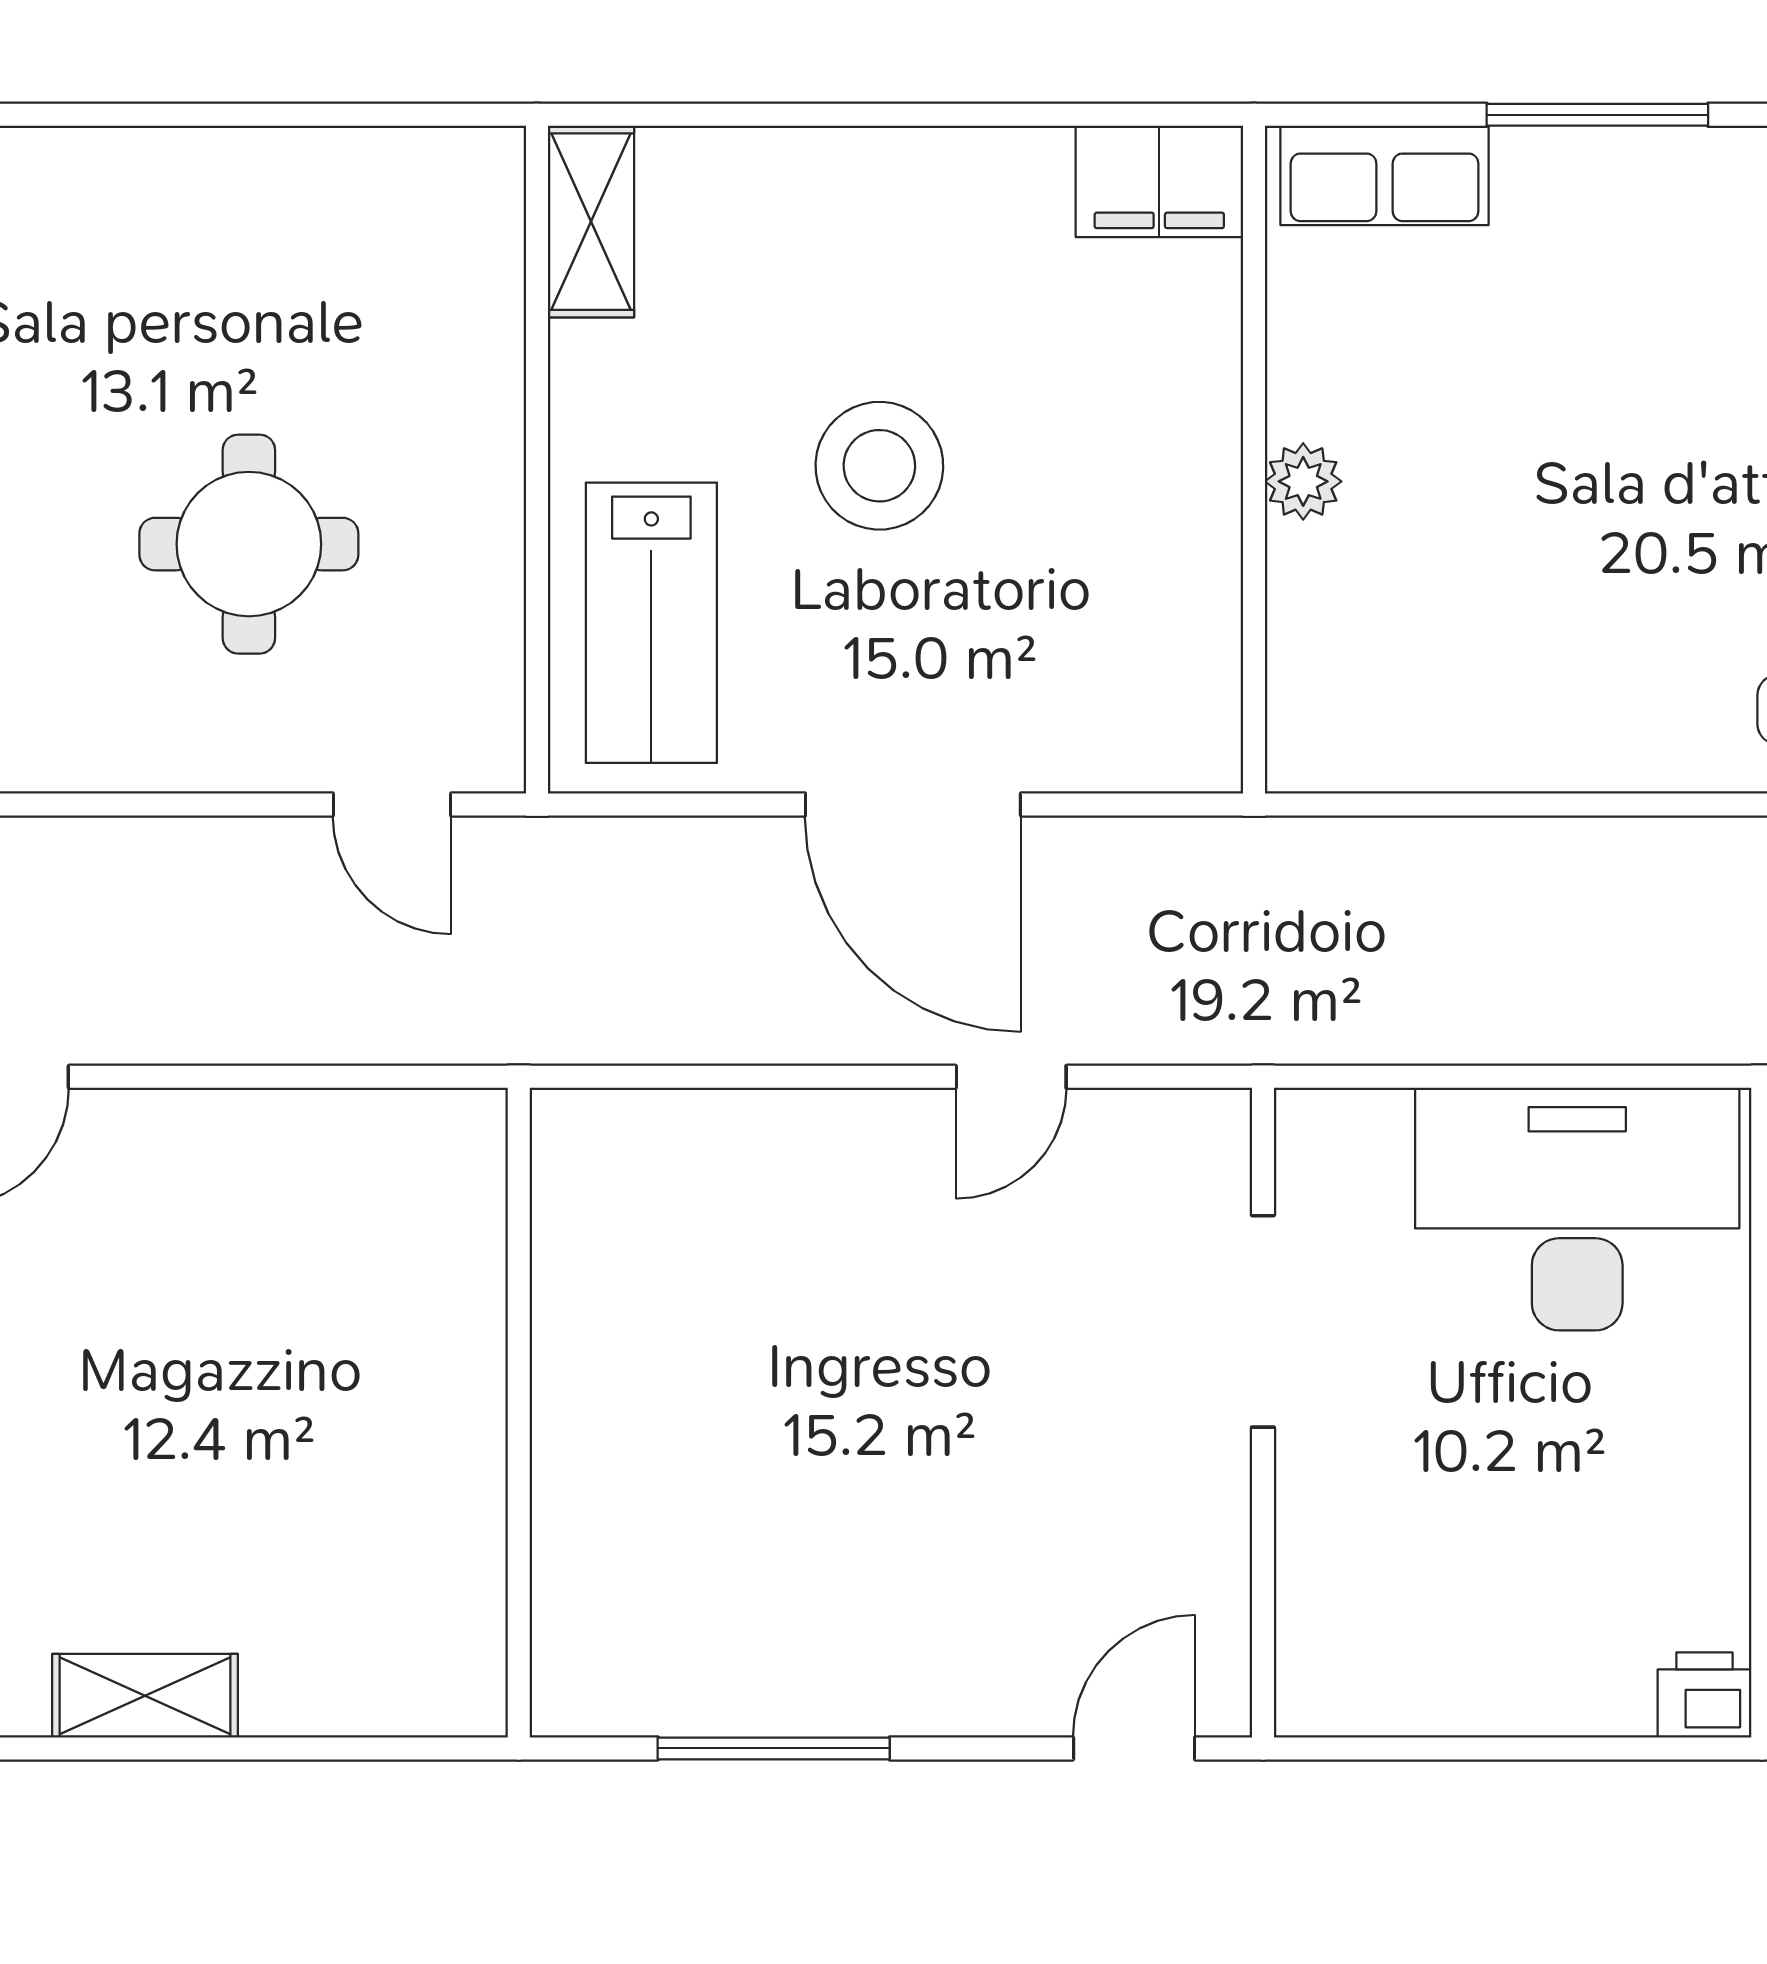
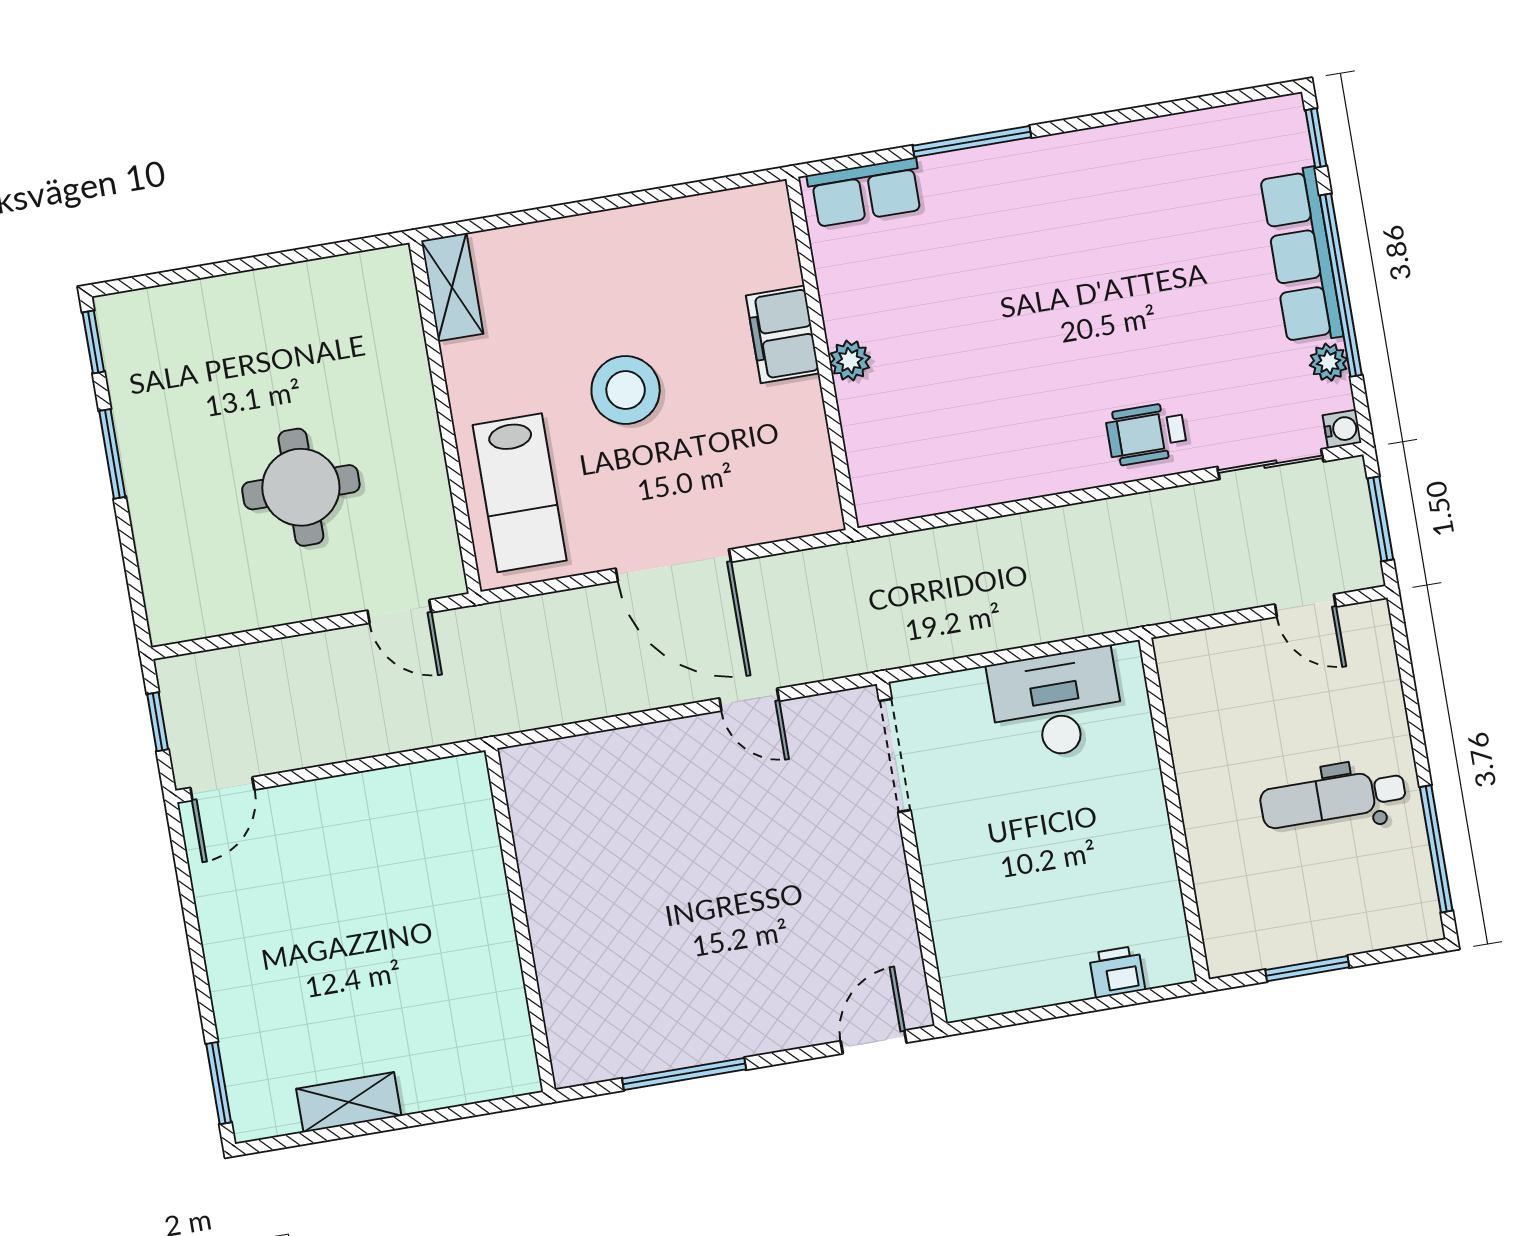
filing cabinet: (1159, 181) -> (783, 334), moved, turned 90
door: (1011, 1077) -> (749, 700), hinge flipped
desk: (1577, 1209) -> (1056, 704), width x0.73, depth x0.77
doorway: (1263, 1321) -> (895, 755), moved
printer: (1704, 1695) -> (1117, 972), moved

